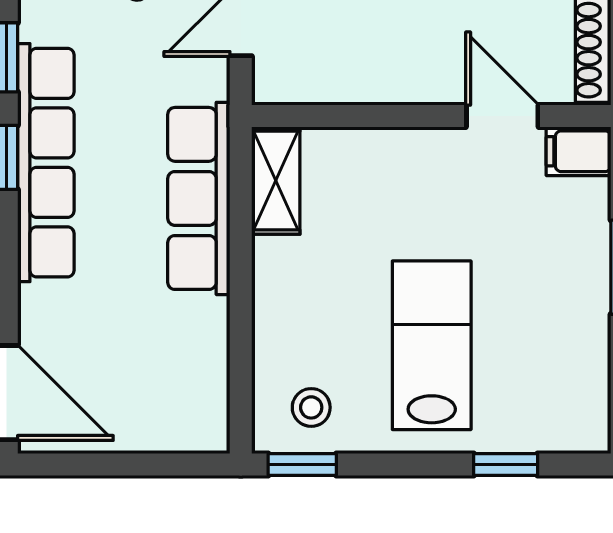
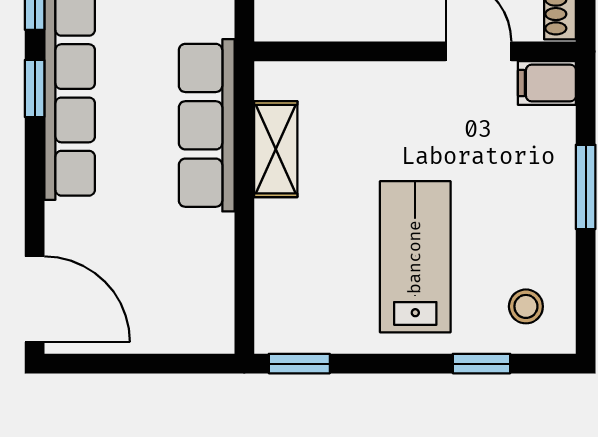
shelving: (276, 181) -> (276, 149), moved
stool: (311, 407) -> (526, 306), moved

